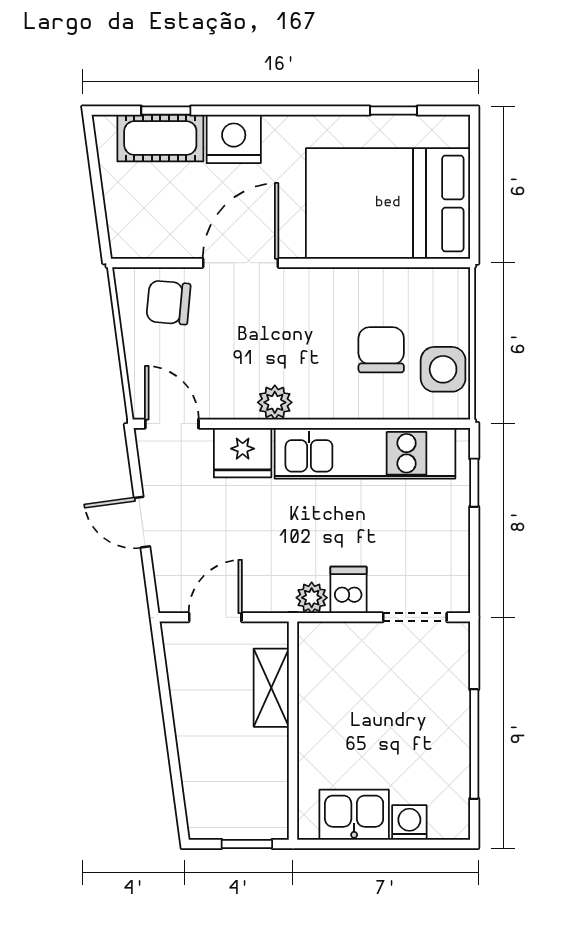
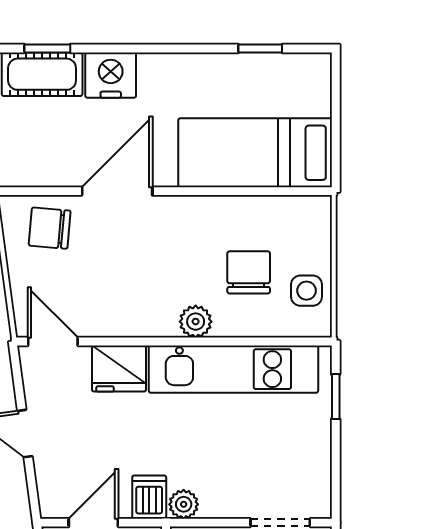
bed: (388, 203) -> (255, 153), width x0.67
side table: (443, 369) -> (307, 291), width x0.73, depth x0.73
plant: (275, 402) -> (196, 322), moved
dishwasher: (349, 590) -> (149, 497), moved

